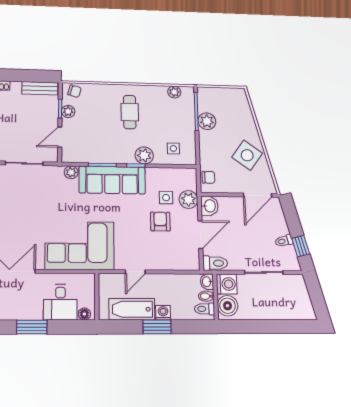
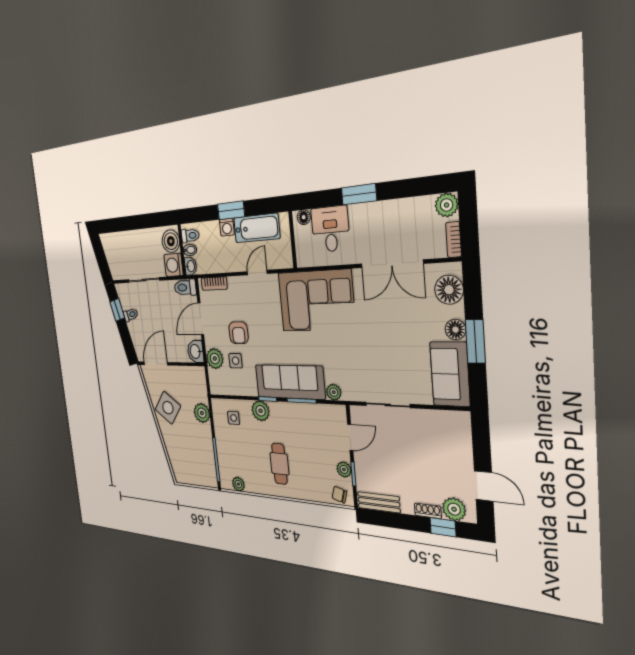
plant: (207, 121) -> (202, 413), moved
chair: (208, 177) -> (199, 384), removed
bookcase: (182, 265) -> (214, 284), added

